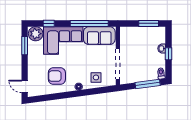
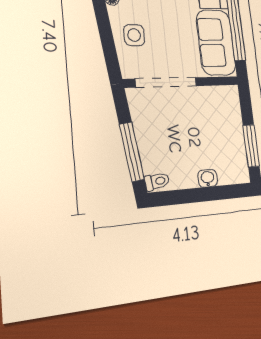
window: (168, 54) -> (199, 195), removed

